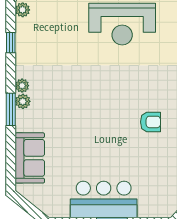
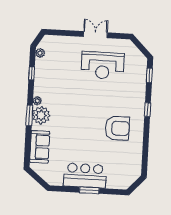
plant: (23, 101) -> (41, 115), width x1.87, depth x1.87
armchair: (151, 122) -> (117, 128), width x1.88, depth x1.88

